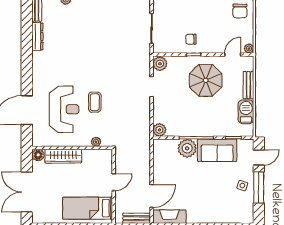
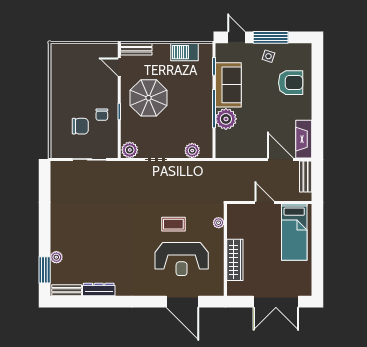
chair: (240, 11) -> (80, 126), moved
plant: (249, 48) -> (112, 49), removed
bench: (248, 85) -> (136, 49), moved
reception desk: (64, 109) -> (182, 259), turned 180
plant: (159, 130) -> (192, 151), moved
floor lamp: (38, 155) -> (234, 289), removed
armchair: (219, 205) -> (291, 83), added

